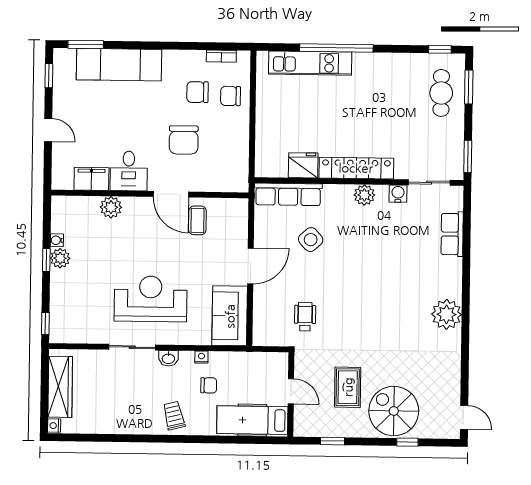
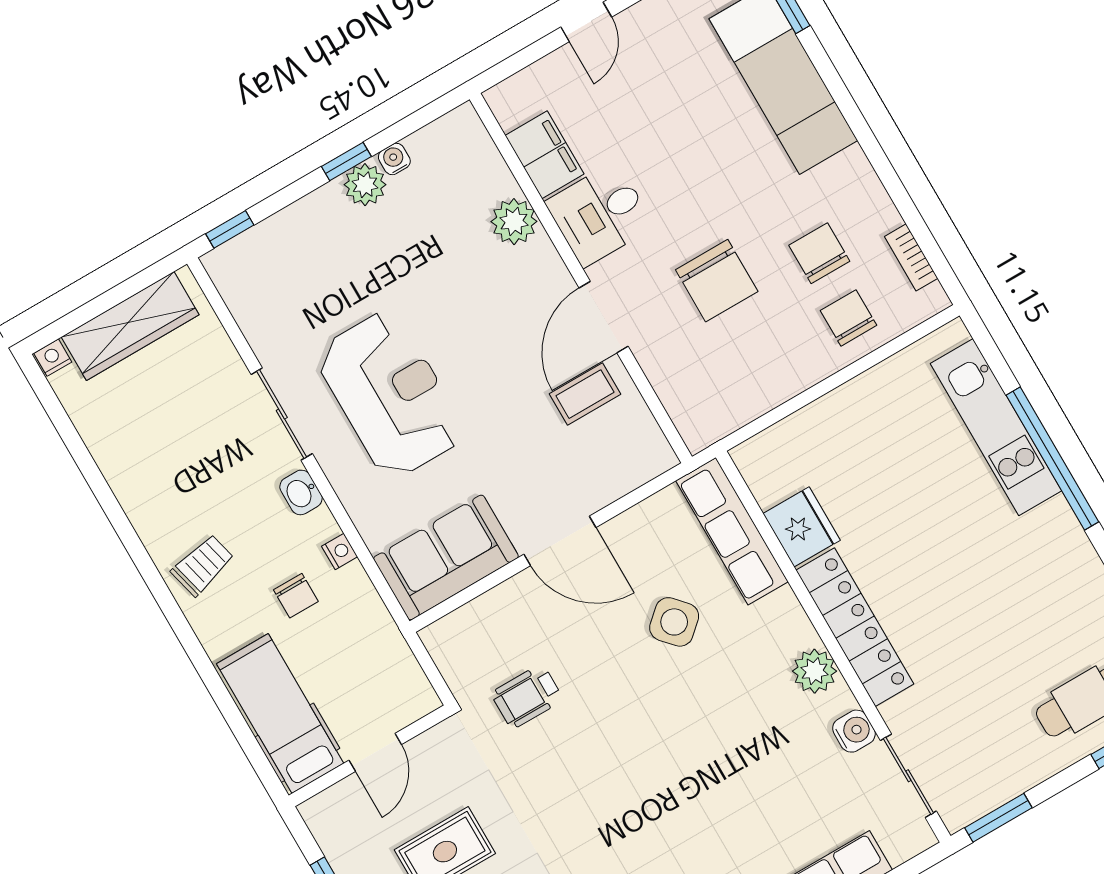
chair: (184, 140) -> (717, 281), turned -90
wheelchair: (305, 317) -> (527, 696), turned 180

